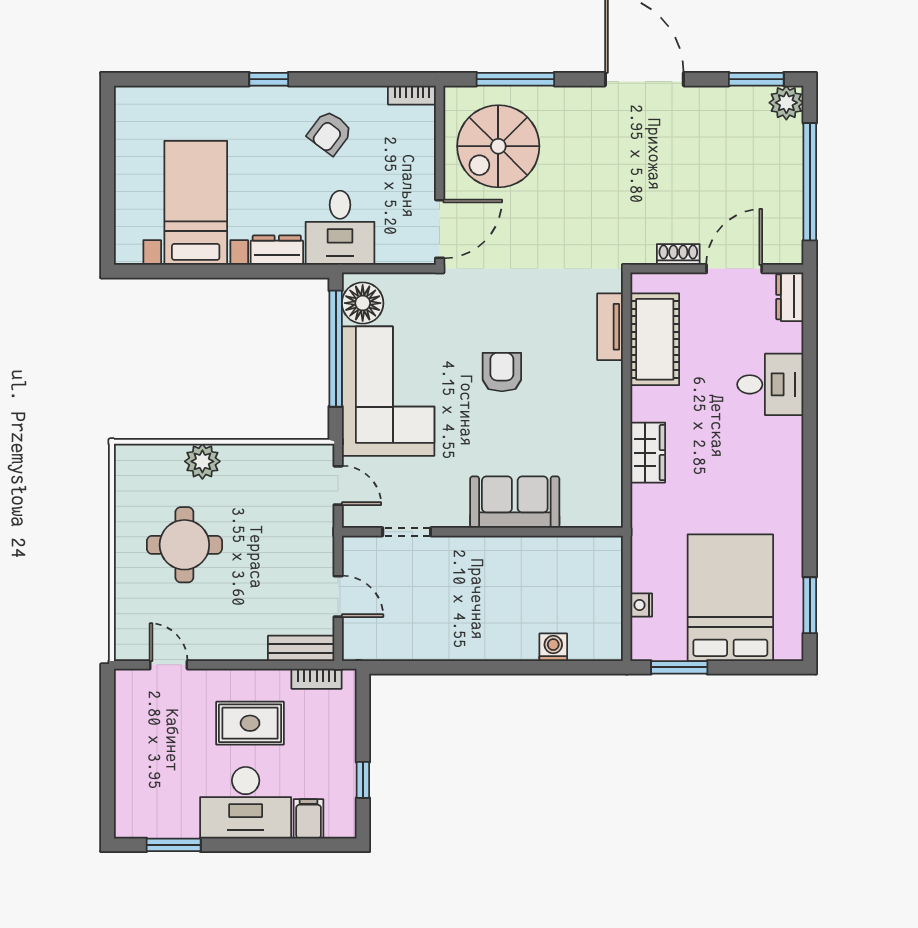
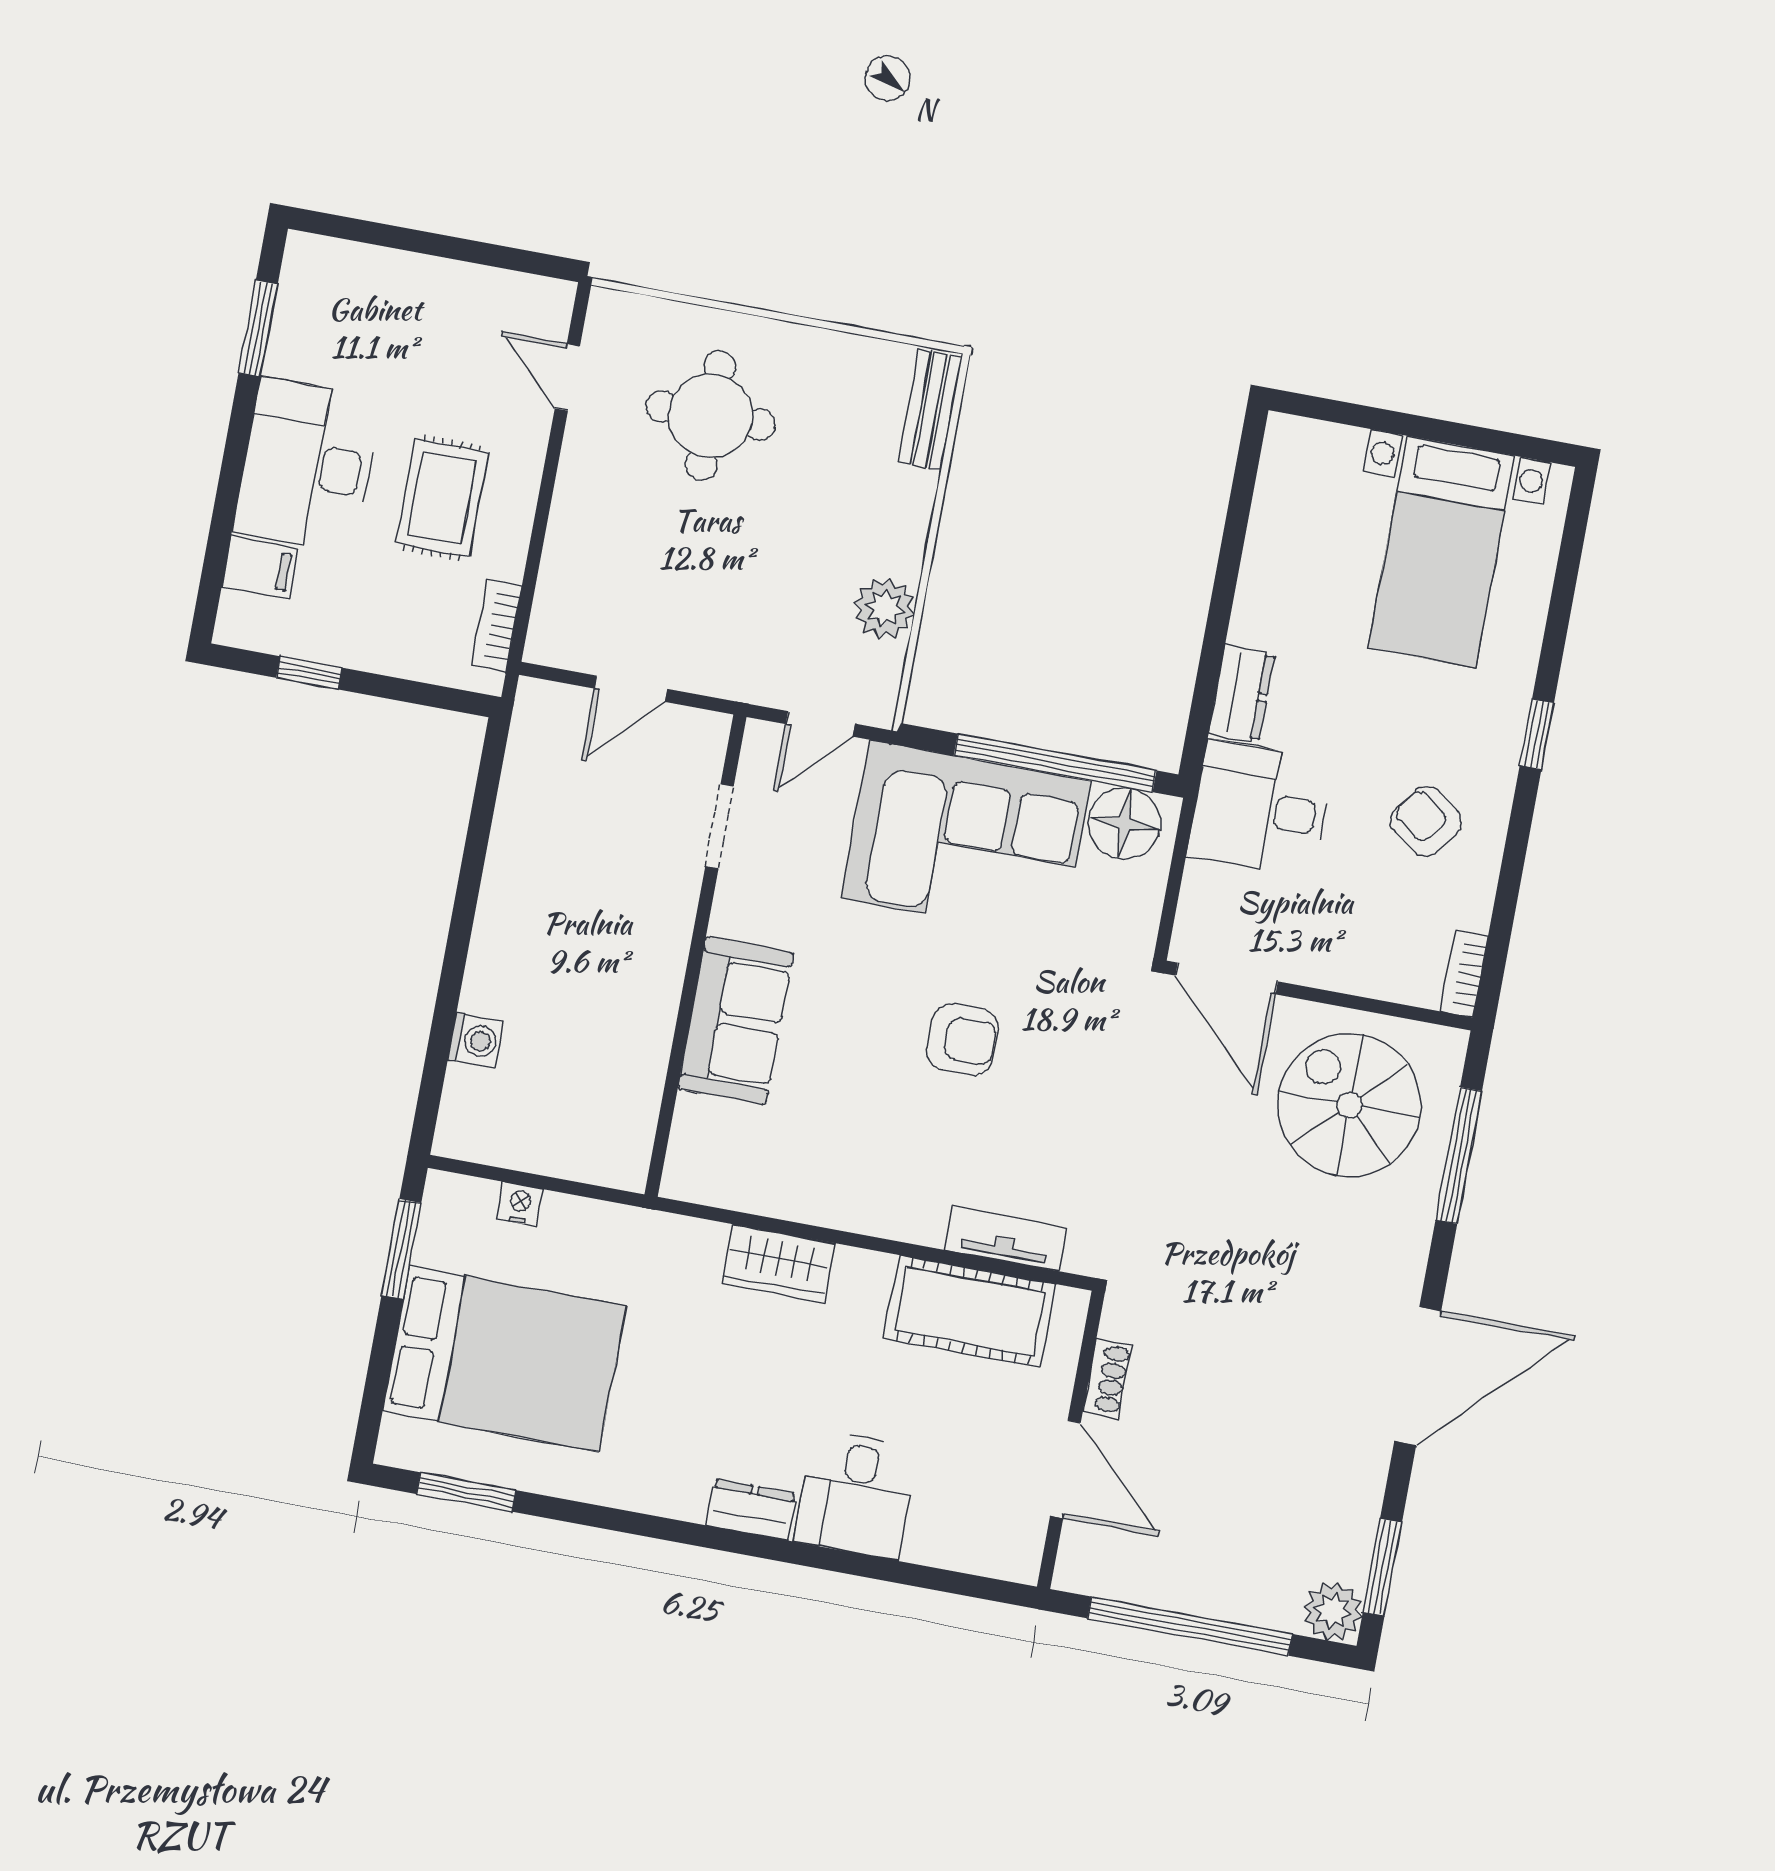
bed with nightstands: (196, 203) -> (1441, 552), moved, turned 90
dresser: (790, 297) -> (751, 1509), moved
plant: (202, 461) -> (884, 608), moved
round table: (184, 545) -> (711, 416), moved
bench: (301, 648) -> (930, 410), moved
door: (169, 665) -> (567, 377), swing flipped

